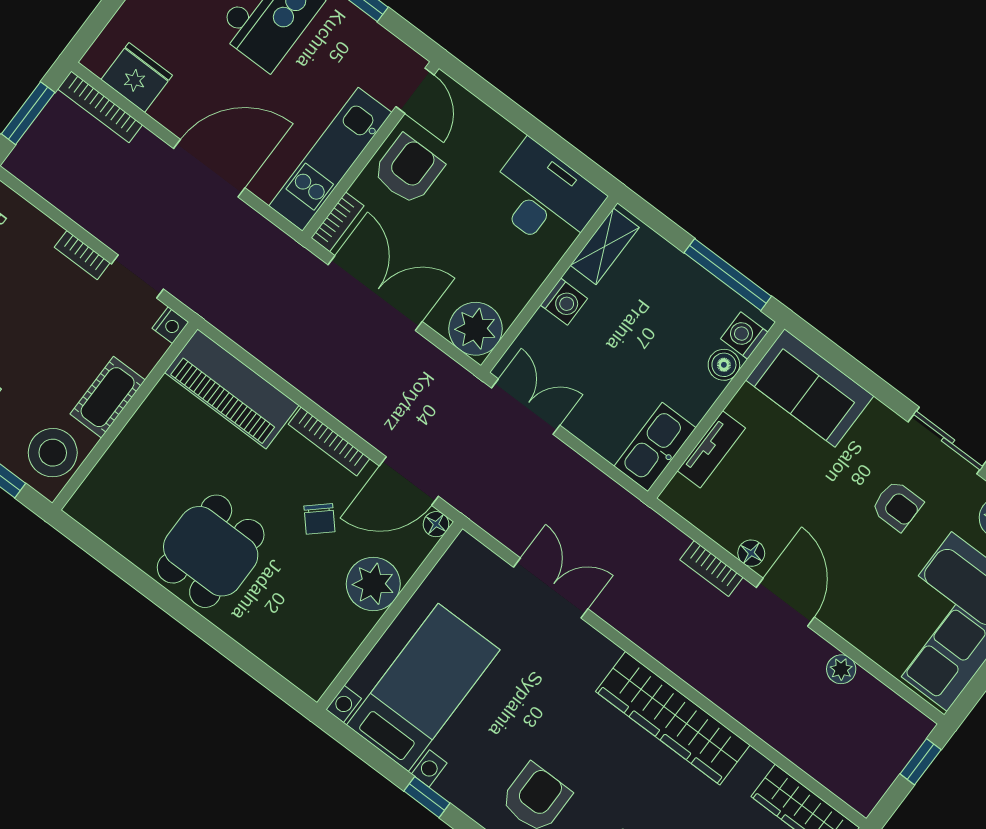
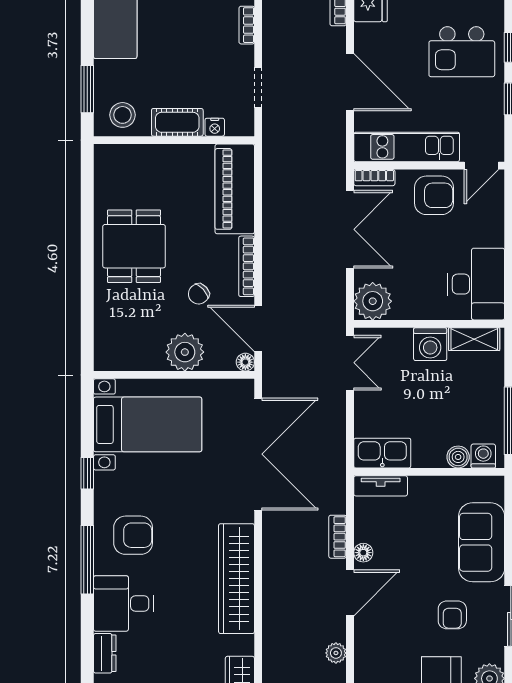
bookcase: (82, 255) -> (247, 25), moved
washing machine: (564, 302) -> (430, 344), width x1.38, depth x1.38
nightstand: (170, 325) -> (215, 127), moved
sofa: (810, 388) -> (482, 542), moved
tv unit: (711, 449) -> (381, 486), moved
stool: (53, 453) -> (123, 115), width x0.73, depth x0.73
dining table: (211, 551) -> (134, 246), turned 90
double door: (551, 588) -> (258, 454), width x1.87

